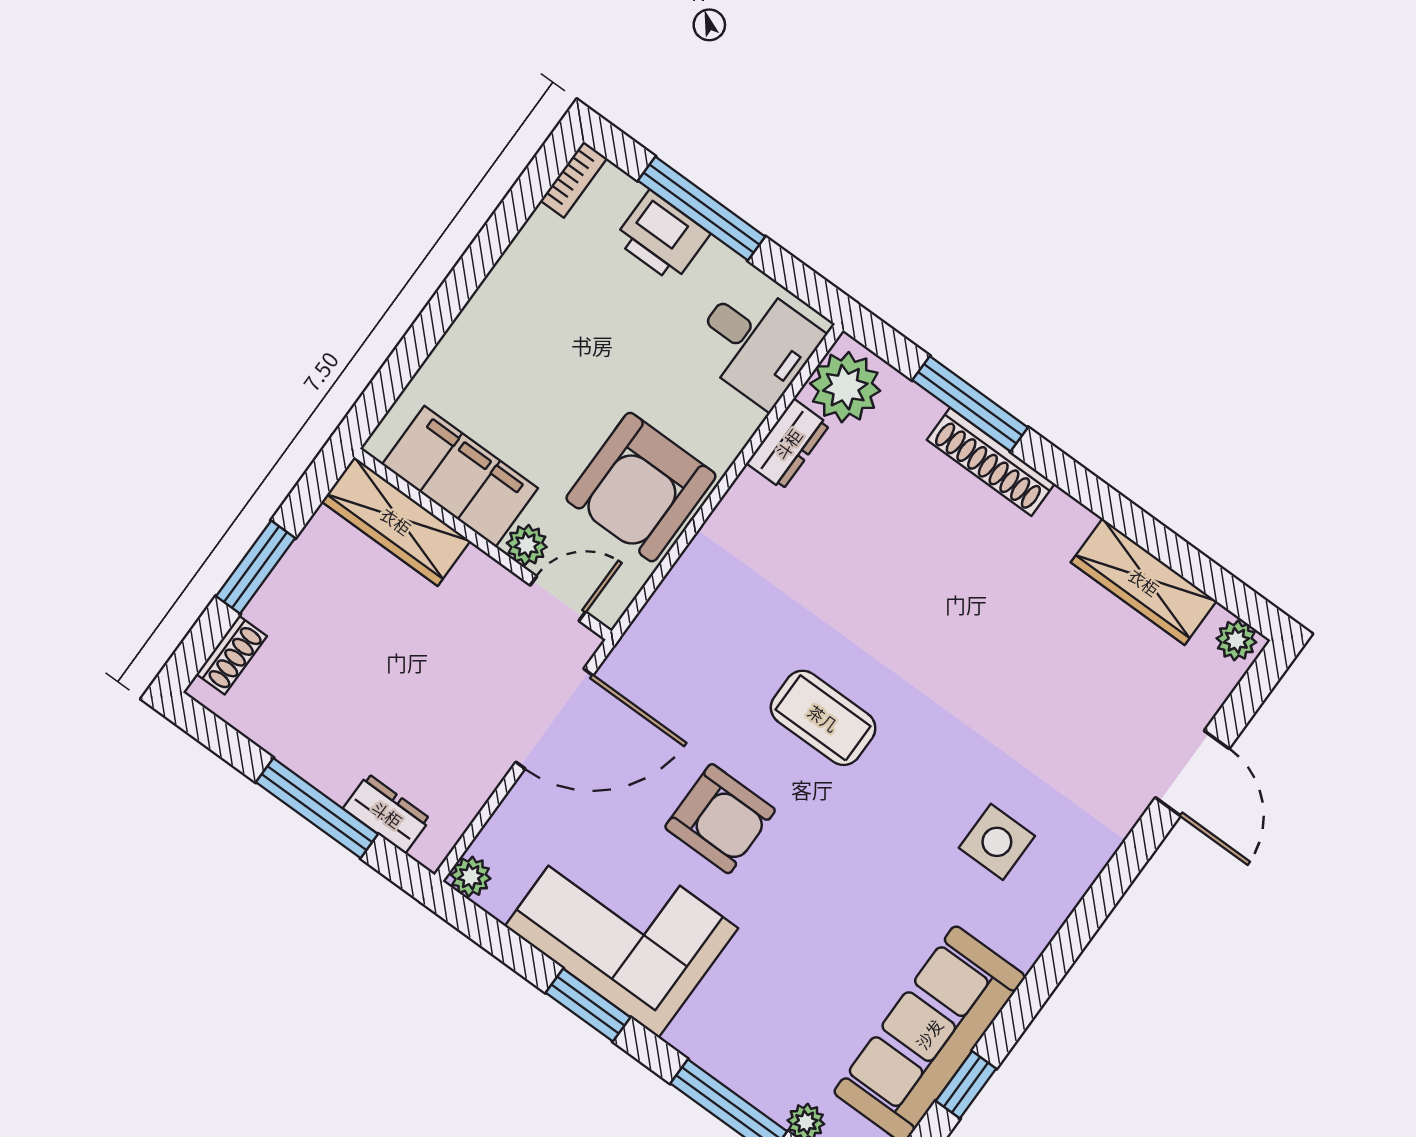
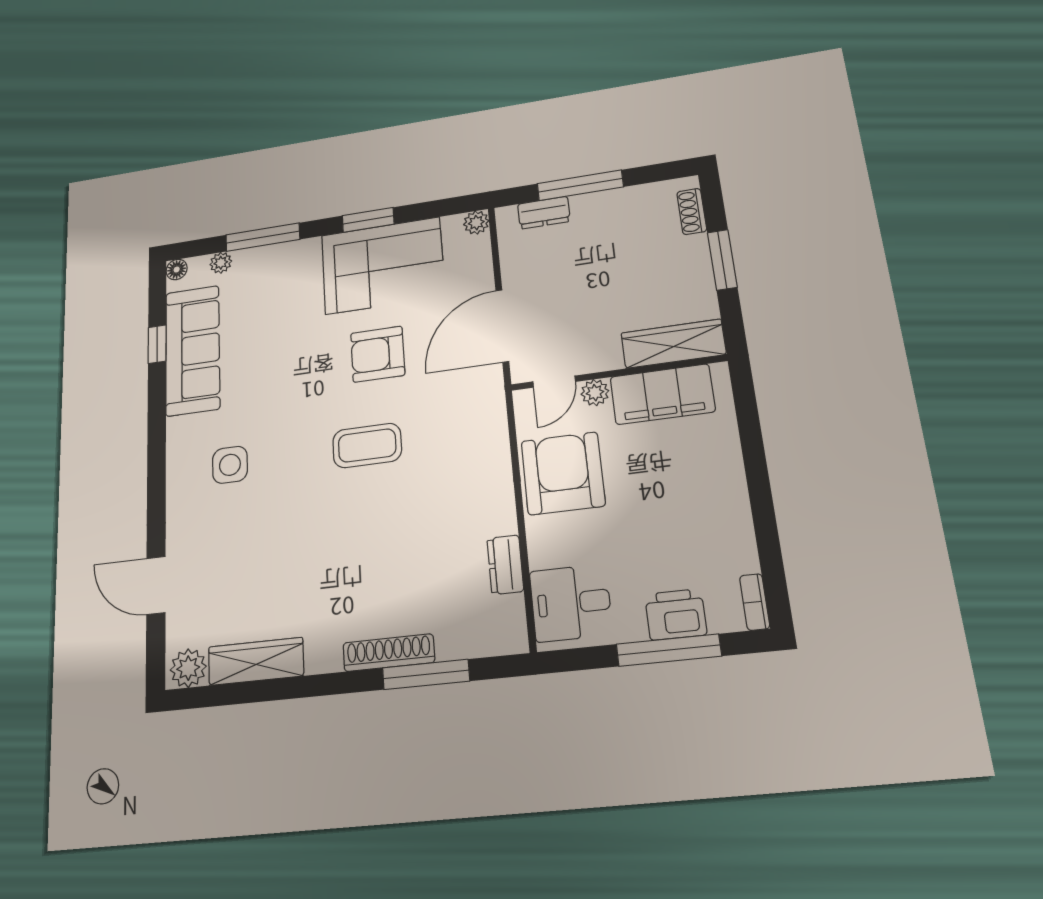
plant: (845, 387) -> (501, 623), removed
plant: (1236, 640) -> (188, 668), width x1.38, depth x1.38

